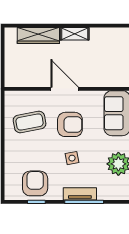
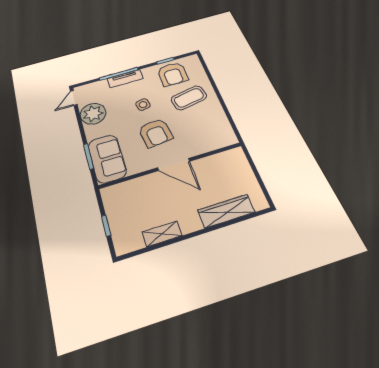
shelving: (75, 34) -> (162, 234), moved
coffee table: (30, 122) -> (189, 98), moved
armchair: (70, 124) -> (155, 133), turned -97

